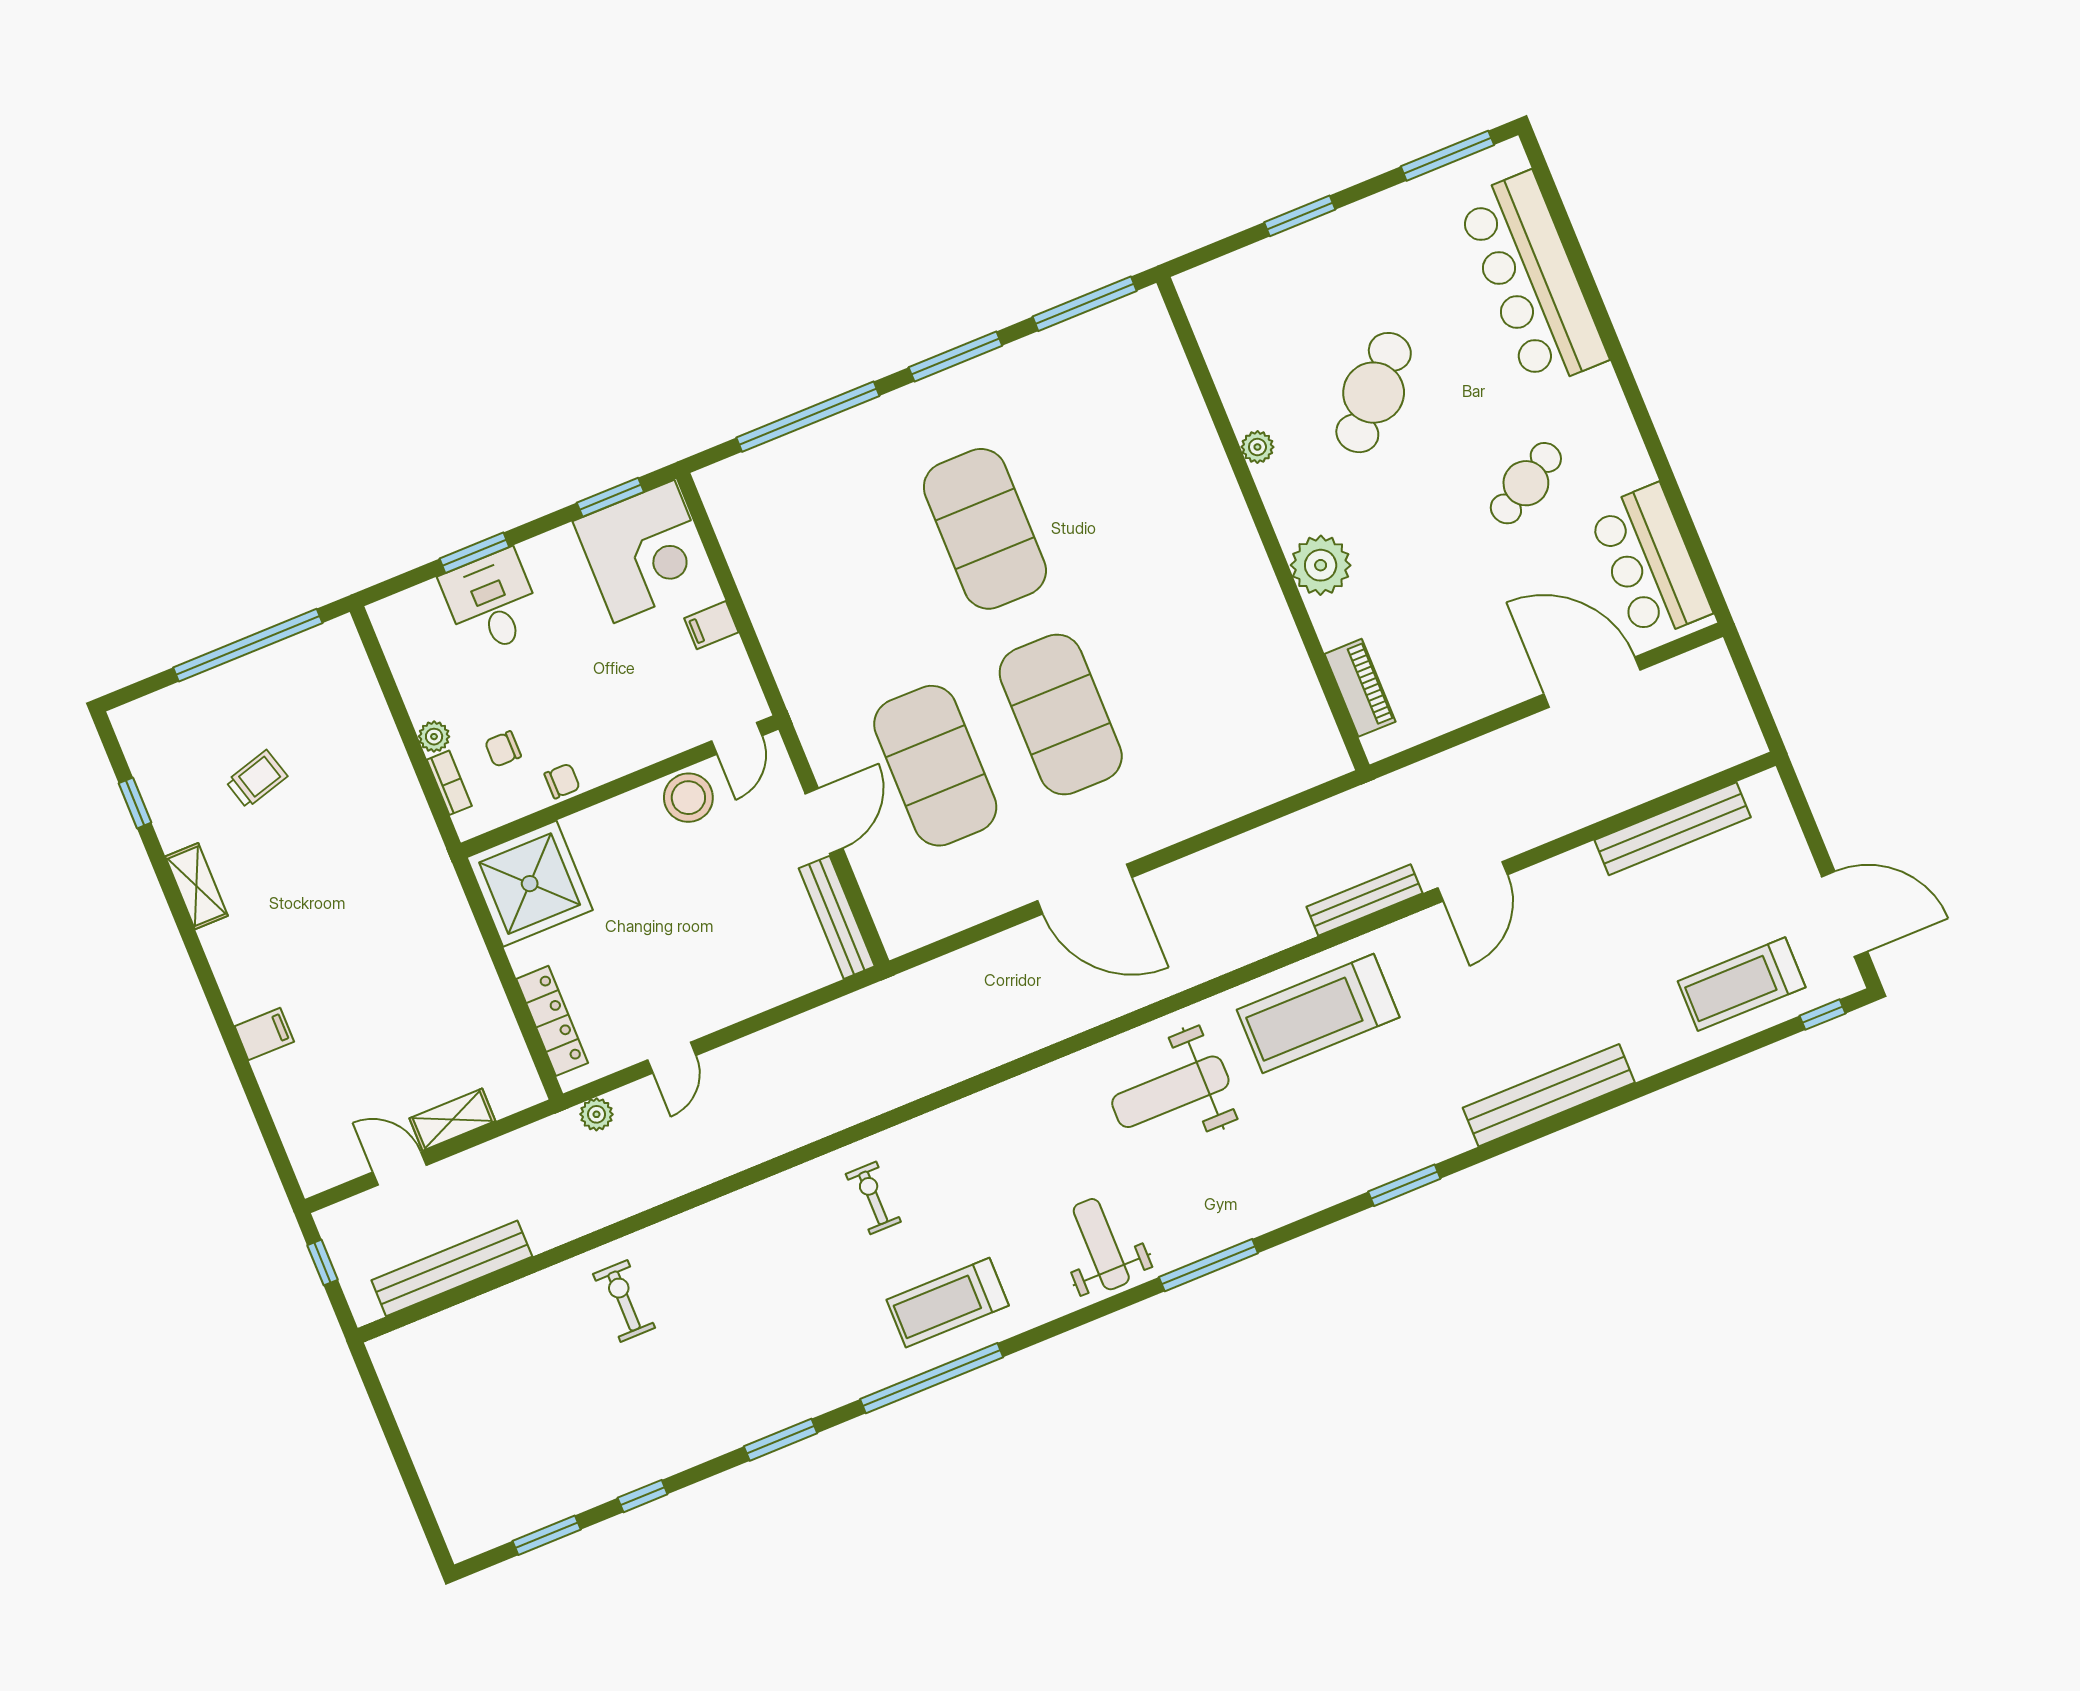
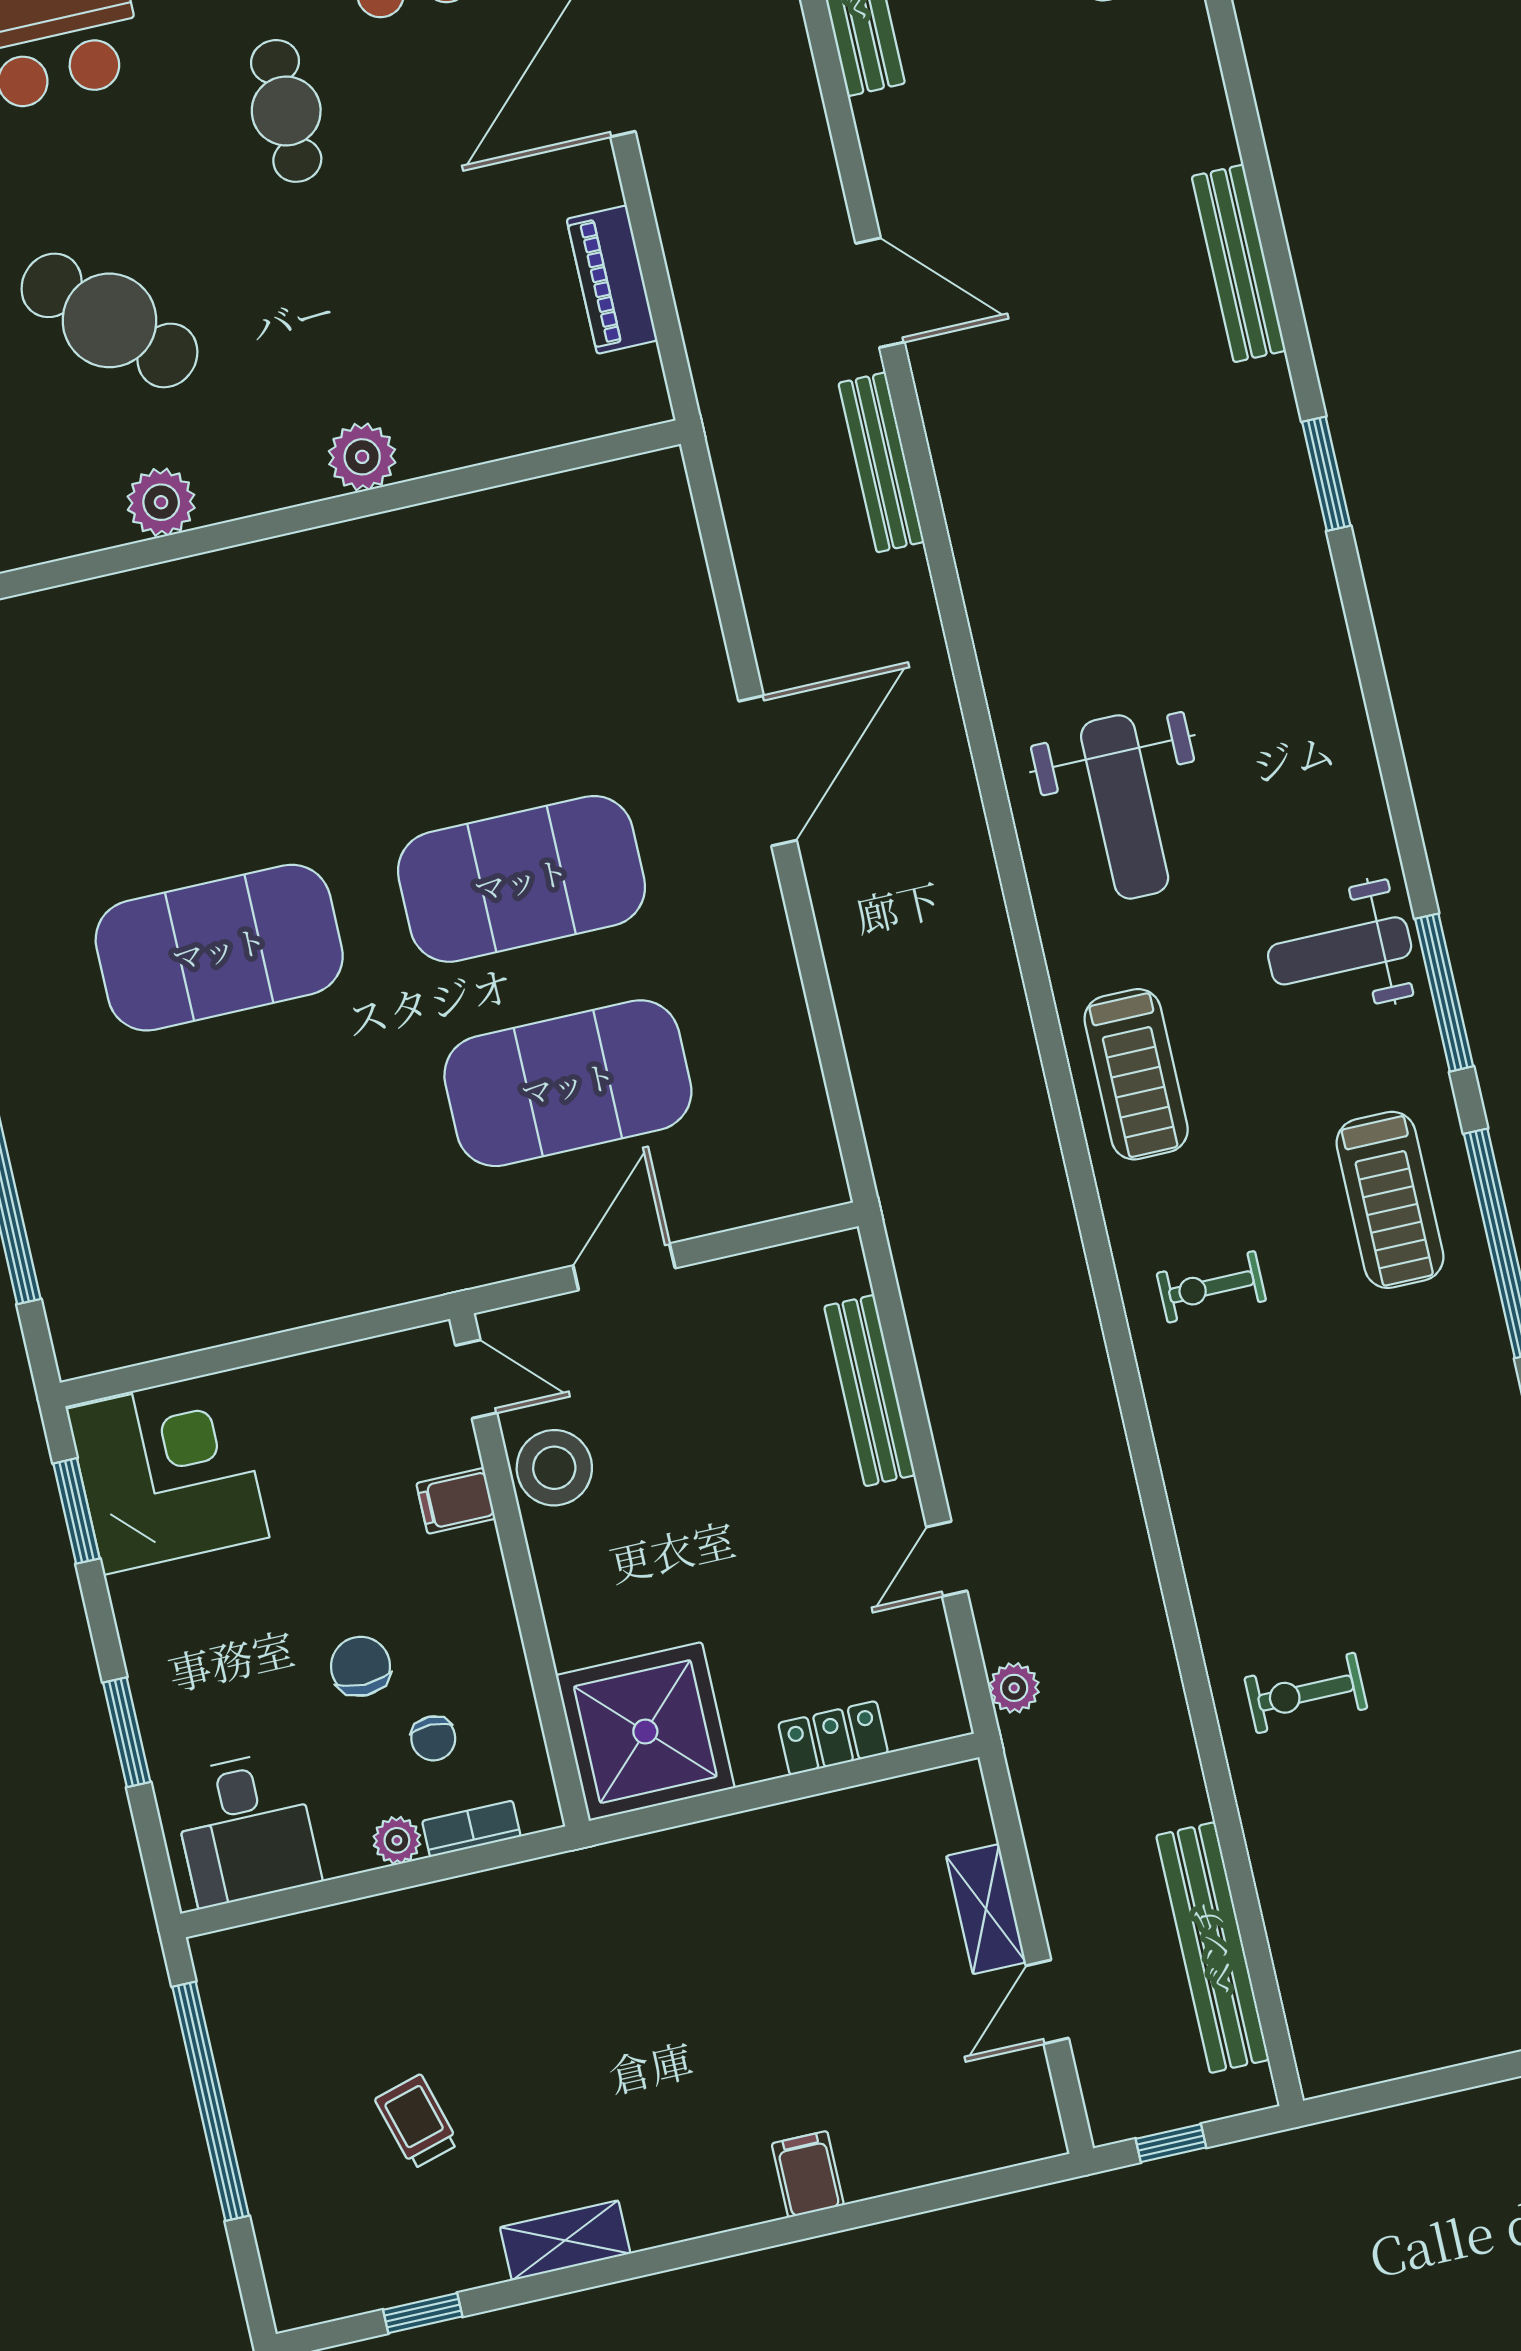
plant: (1257, 447) -> (161, 502), width x1.38, depth x1.38
cafe table: (1526, 483) -> (286, 111), turned 30
plant: (1321, 565) -> (362, 457), width x0.73, depth x0.73
desk: (492, 602) -> (246, 1829), moved, turned -90
filing cabinet: (711, 625) -> (456, 1501), moved, turned 90
piano: (1360, 688) -> (612, 280), moved, turned -90
chair: (562, 781) -> (361, 1666), moved, width x1.37, depth x1.37
door: (824, 821) -> (624, 1267), hinge flipped
door: (1085, 889) -> (768, 771), moved
bench: (837, 917) -> (870, 1391), moved, turned 90
treadmill: (1318, 1013) -> (1136, 1074), moved, width x0.73, depth x0.73
locker: (552, 1021) -> (833, 1738), width x0.66
door: (672, 1058) -> (947, 1559), swing flipped
bench: (1549, 1095) -> (1239, 263), width x0.73, depth x0.82
window: (1208, 1265) -> (1444, 993), moved

